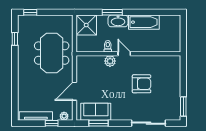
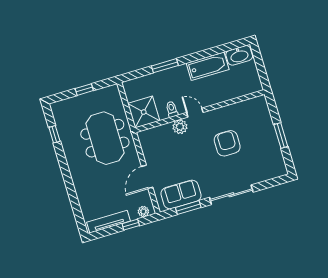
window: (30, 12) -> (84, 90), moved
washbasin: (118, 21) -> (239, 55), moved
shower: (86, 25) -> (144, 112), moved
armchair: (142, 84) -> (227, 143), turned -90
window: (183, 106) -> (281, 136), moved
sliding door: (148, 123) -> (231, 195), moved

